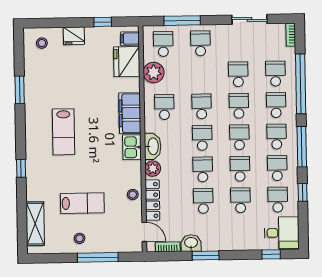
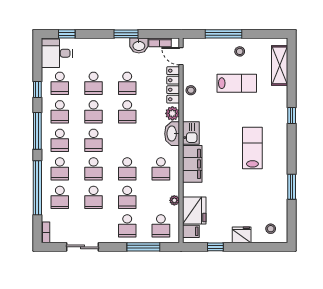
plant: (154, 73) -> (174, 200), width x0.53, depth x0.53
school desk: (202, 138) -> (127, 197), moved
lab bench: (82, 203) -> (237, 83), turned 180

